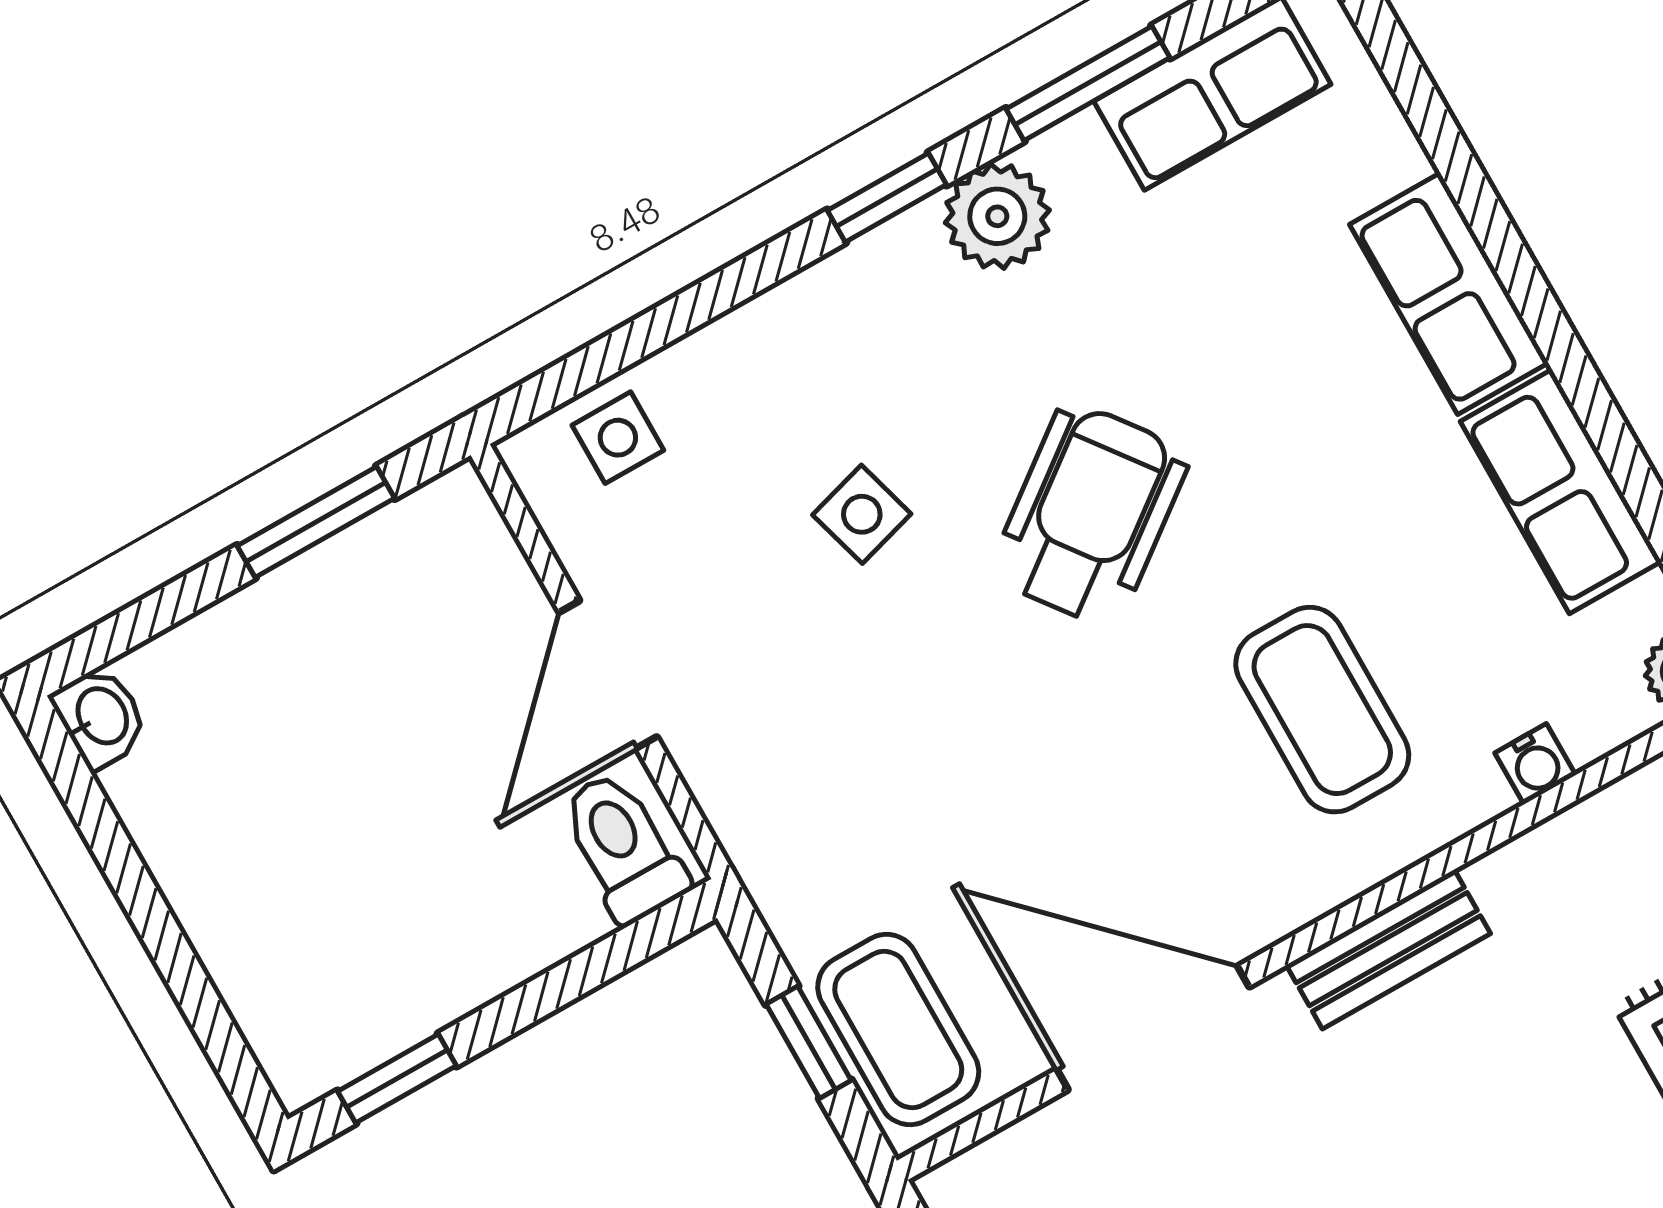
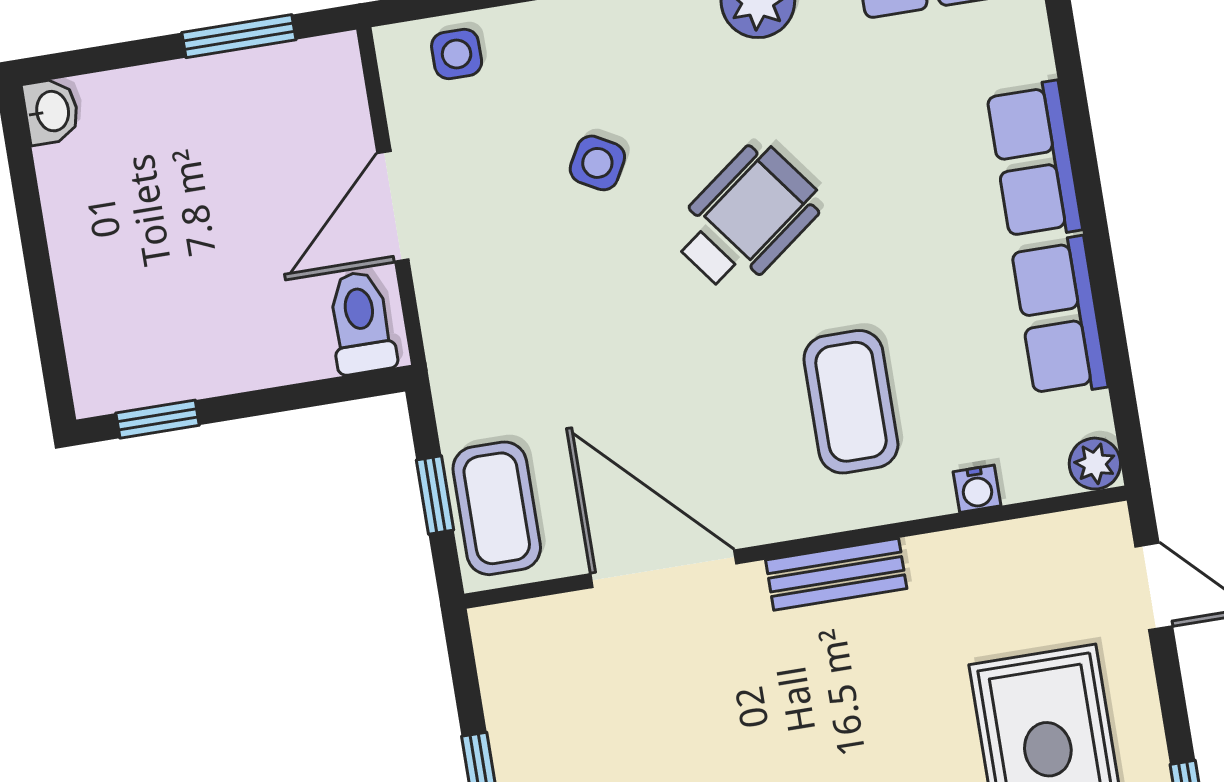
side table: (862, 514) -> (597, 163), turned 45

